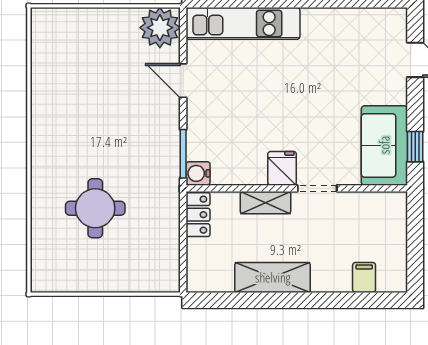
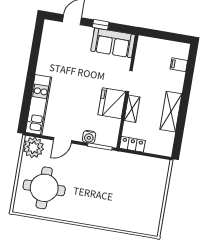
window: (415, 147) -> (101, 25), moved
fridge: (282, 168) -> (112, 103), width x1.88, depth x1.34
water cooler: (198, 173) -> (89, 137), moved
round table: (95, 208) -> (44, 188), moved, width x1.36, depth x1.36

